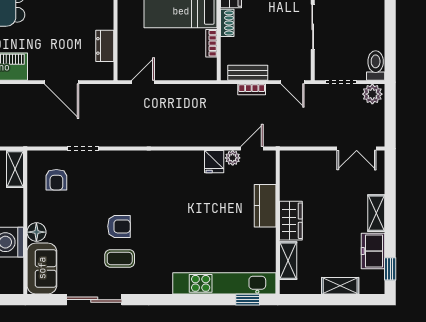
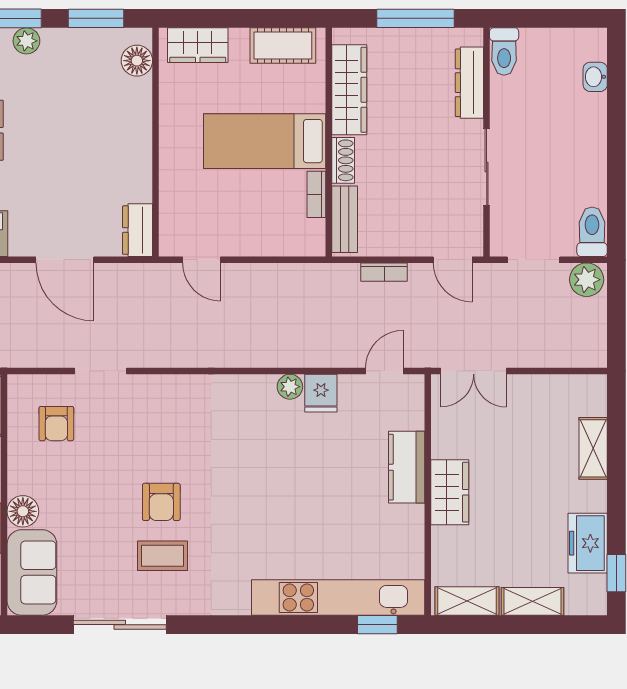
dresser: (105, 46) -> (138, 230), moved
bench: (248, 73) -> (345, 219), moved, turned 90
door: (143, 82) -> (202, 260), swing flipped
double door: (357, 148) -> (474, 371), moved
plant: (233, 158) -> (290, 387), moved
shelving: (376, 213) -> (593, 448), moved
armchair: (119, 226) -> (161, 502), turned 90
shelving: (288, 261) -> (467, 601), moved, turned 90

